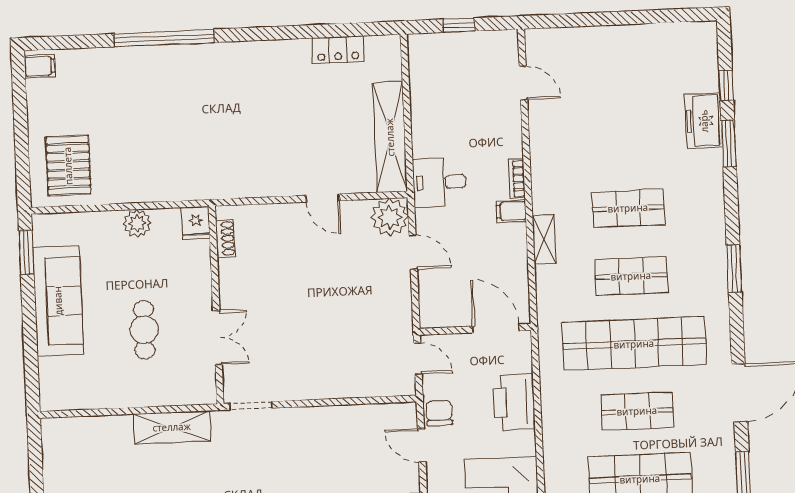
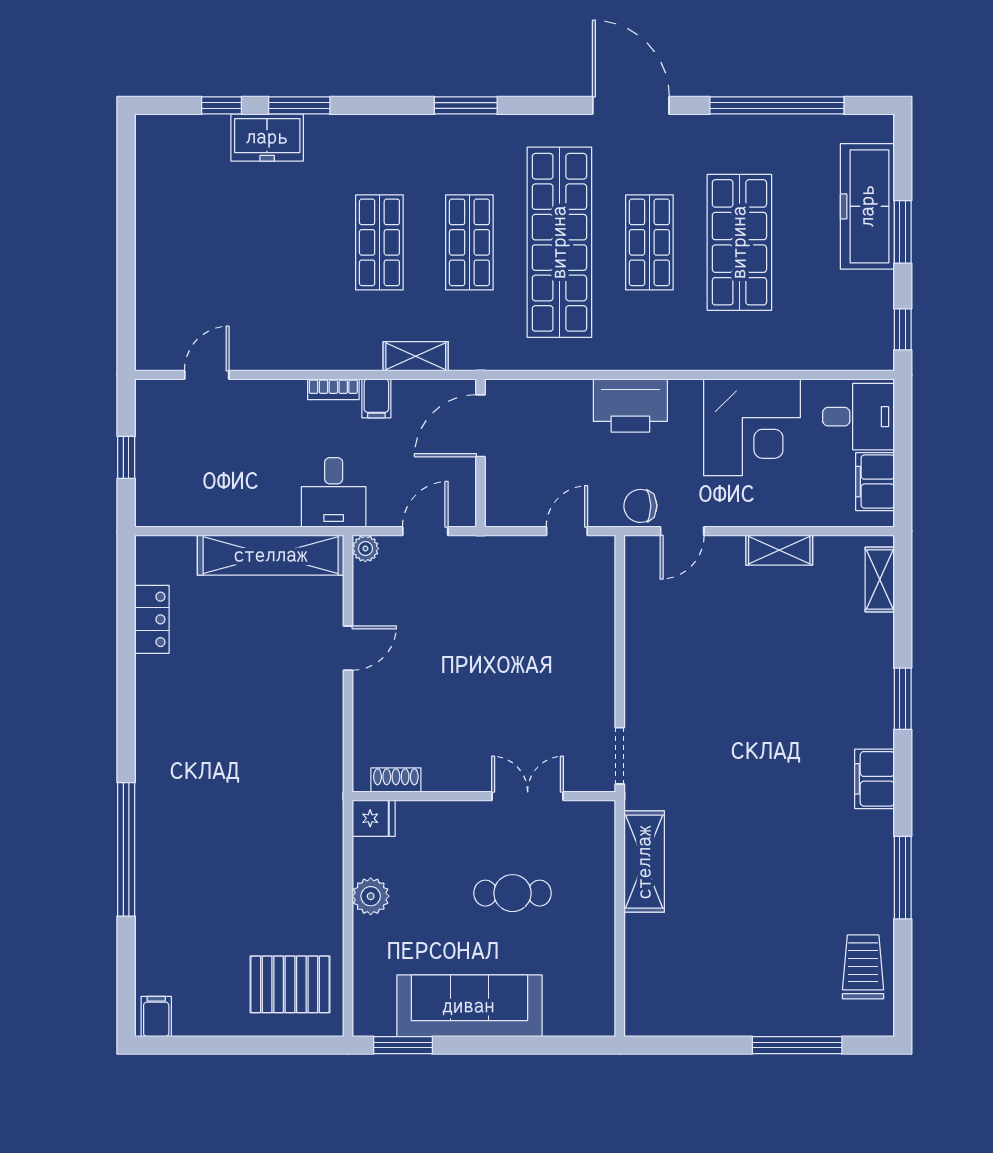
plant: (390, 217) -> (365, 549), width x0.53, depth x0.53
wall: (475, 329) -> (480, 453), moved
door: (496, 329) -> (480, 426), moved

